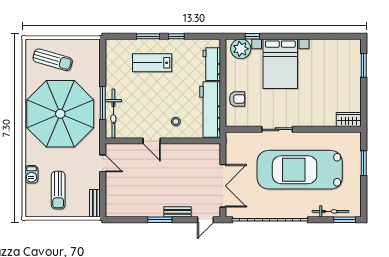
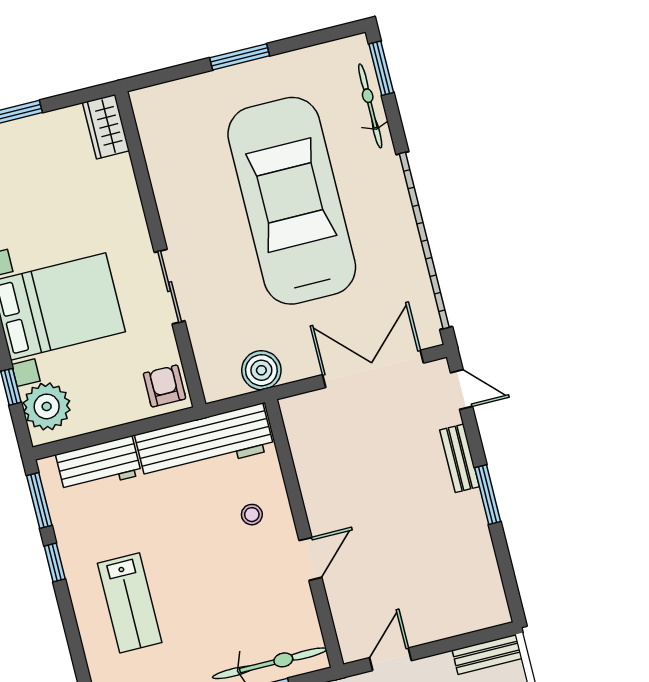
window: (148, 36) -> (39, 500), moved
wardrobe: (349, 120) -> (106, 127), moved
sliding door: (277, 129) -> (170, 287), moved
wall: (293, 129) -> (160, 249), moved
boiler: (234, 140) -> (261, 370), added
car: (300, 170) -> (292, 201), turned 180

